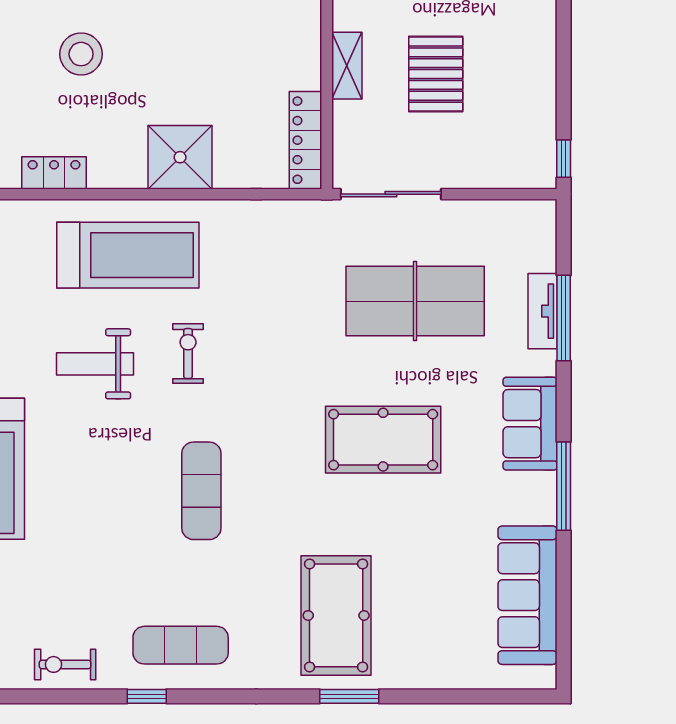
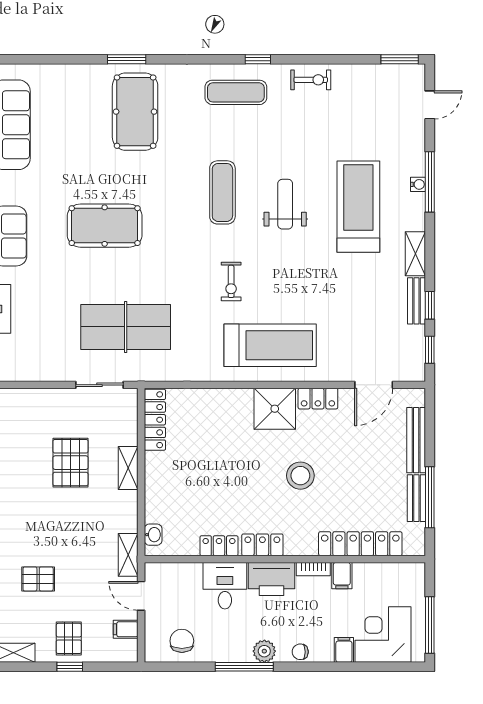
shower: (180, 157) -> (275, 409), moved
sliding door: (391, 194) -> (100, 385), width x0.73
treadmill: (128, 255) -> (270, 345), turned 180
table tennis table: (415, 301) -> (126, 327), moved
weight bench: (95, 364) -> (285, 204), moved, turned -90

